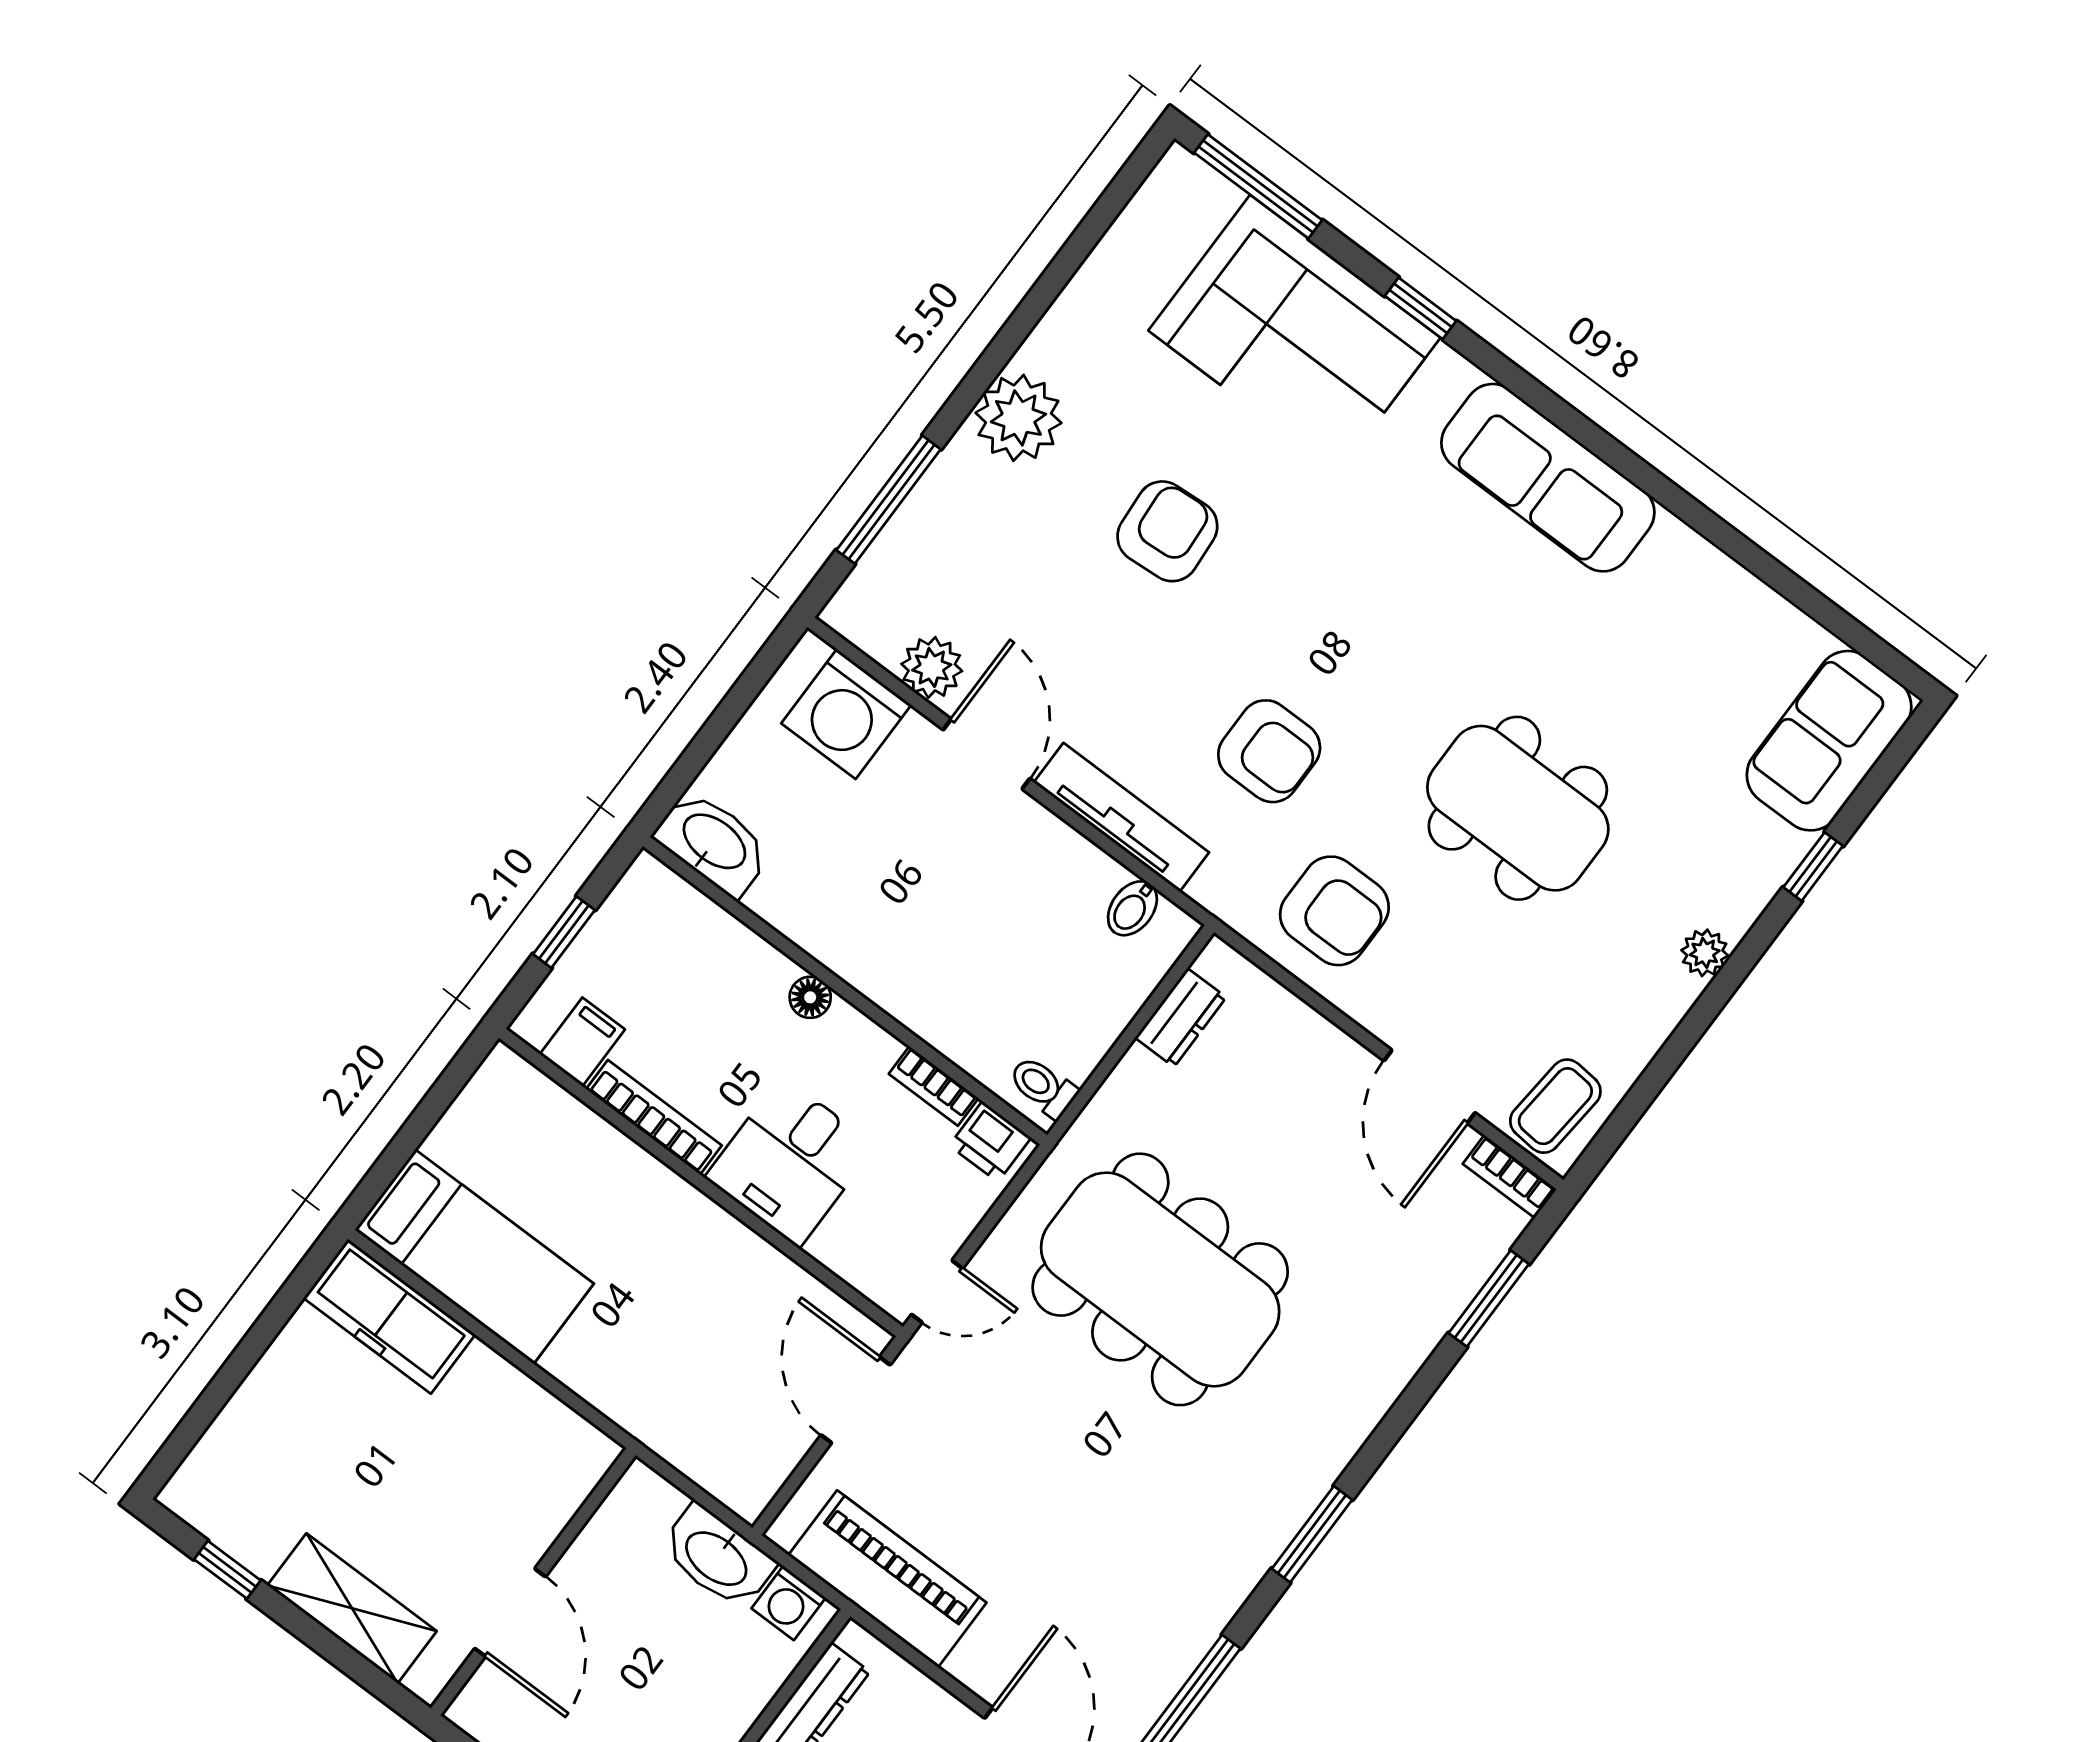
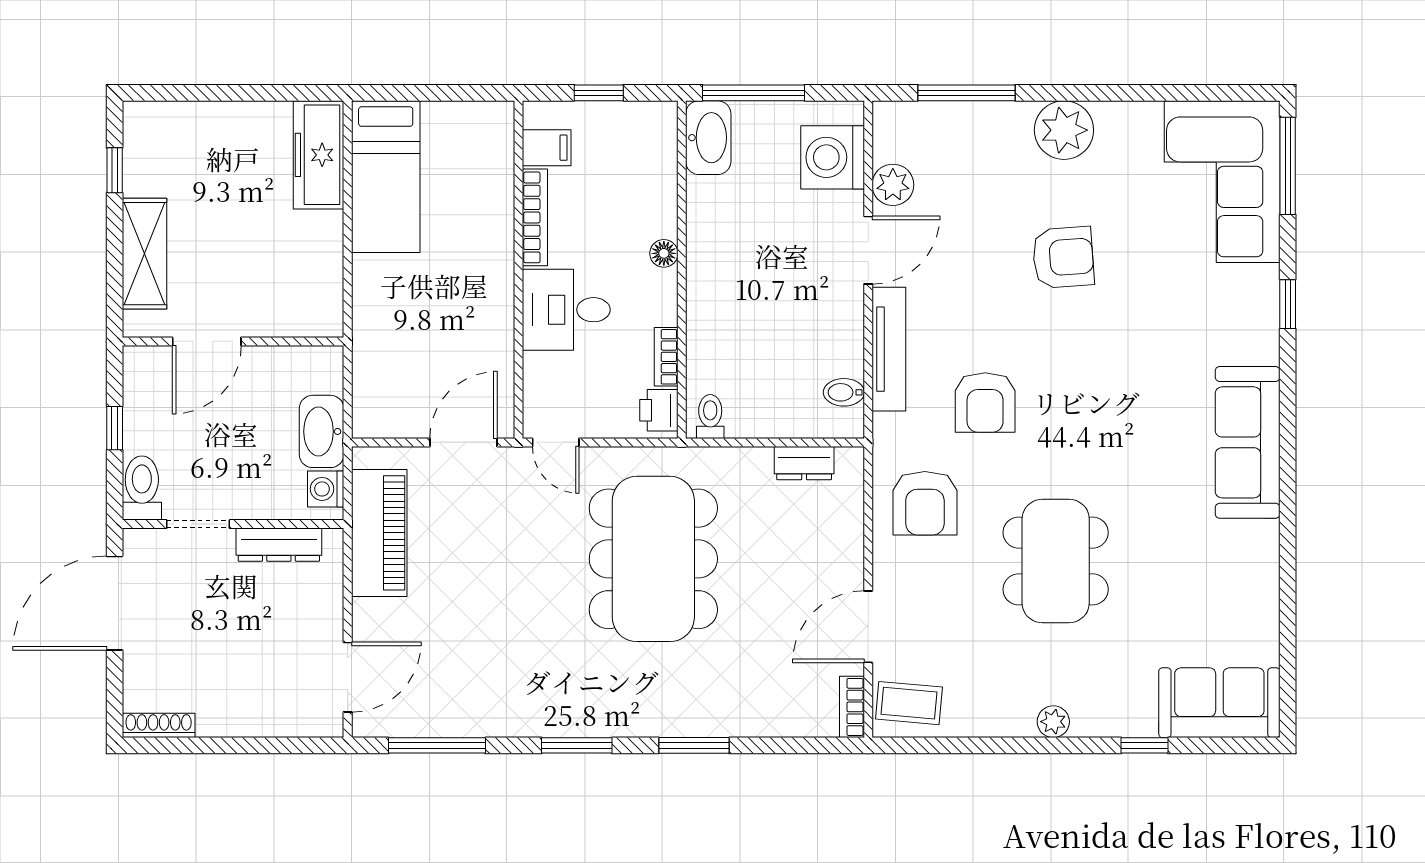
corner sofa: (1294, 334) -> (1222, 182), moved
window: (700, 750) -> (753, 93), added
window: (1489, 1299) -> (694, 745), moved

